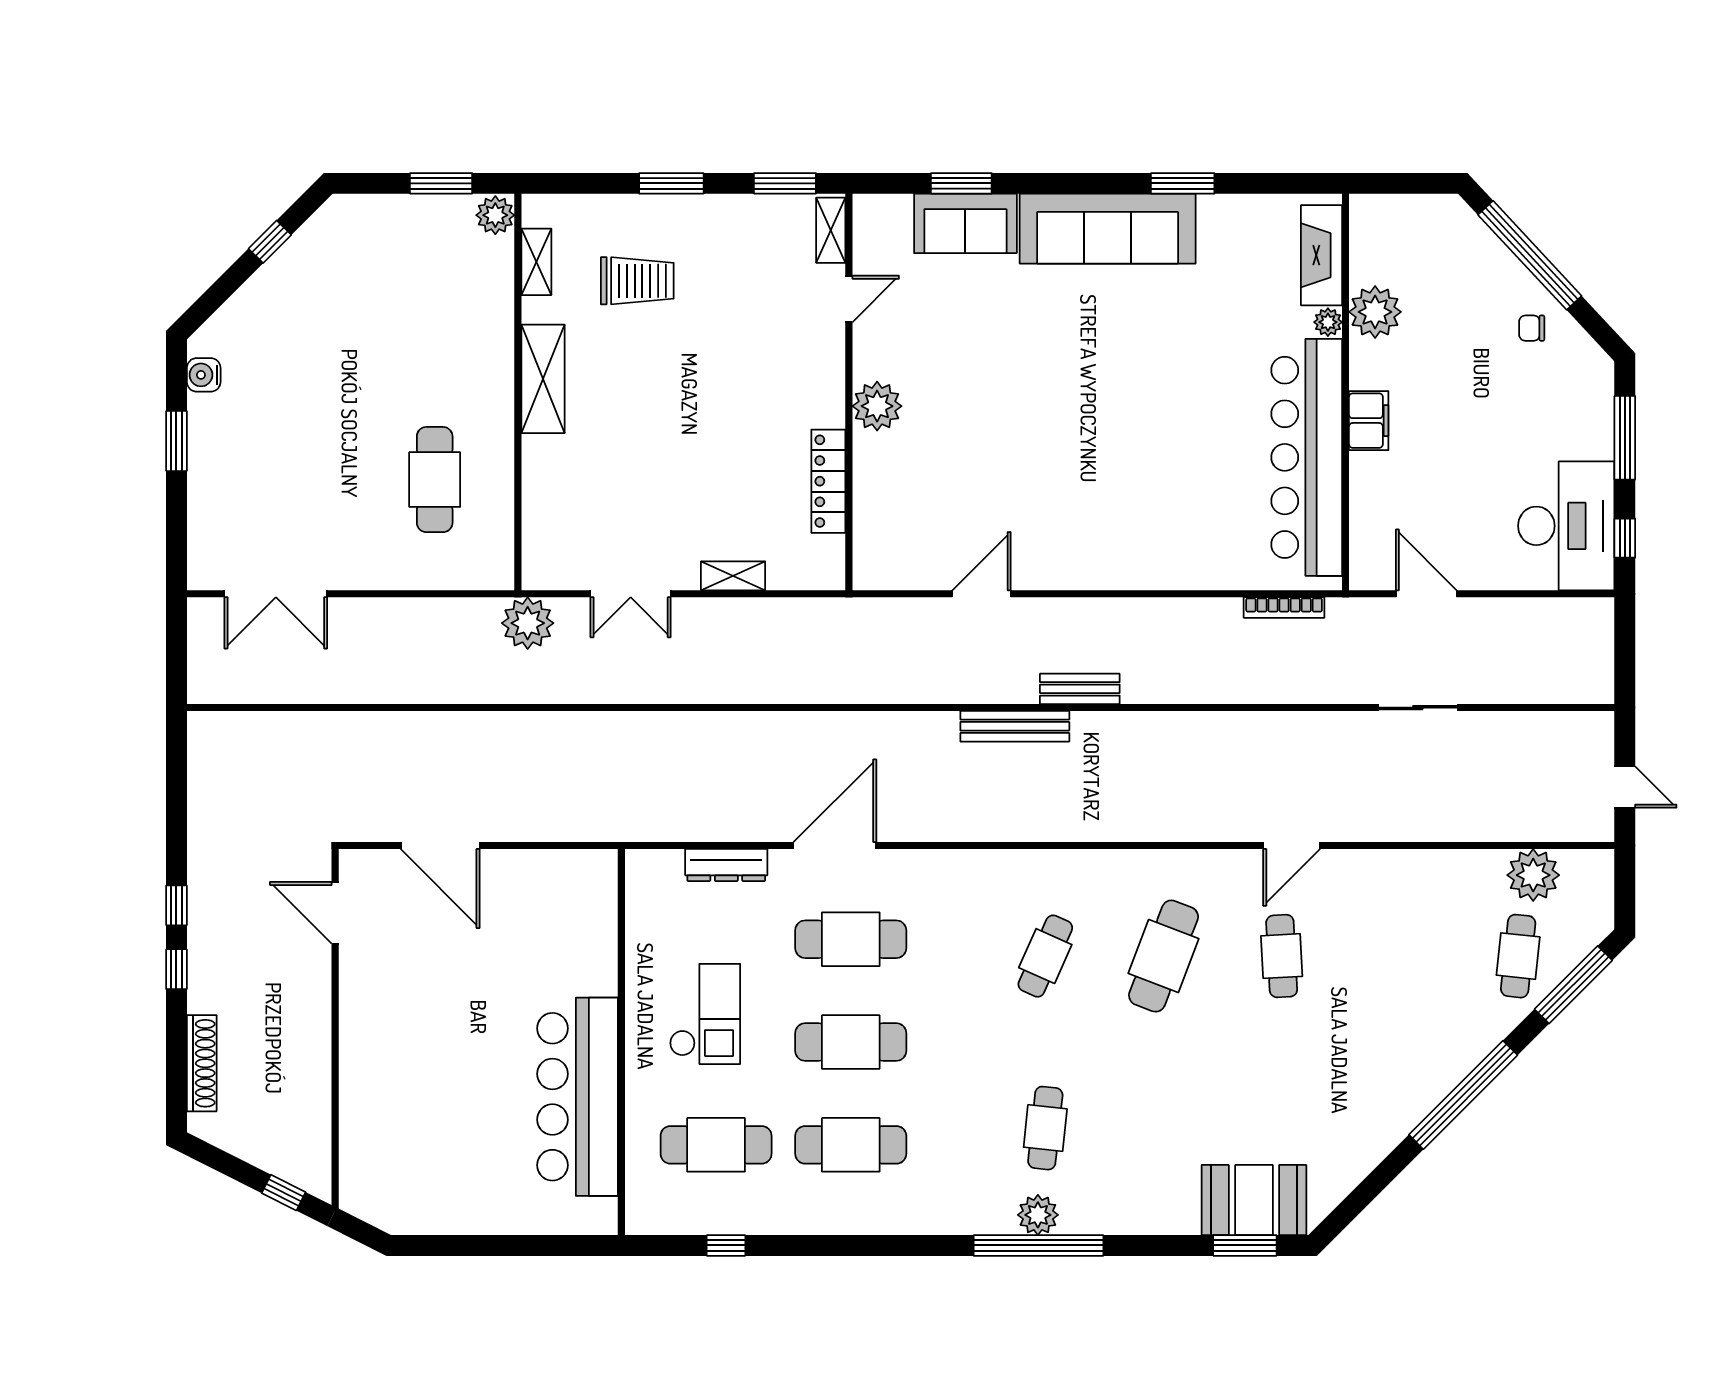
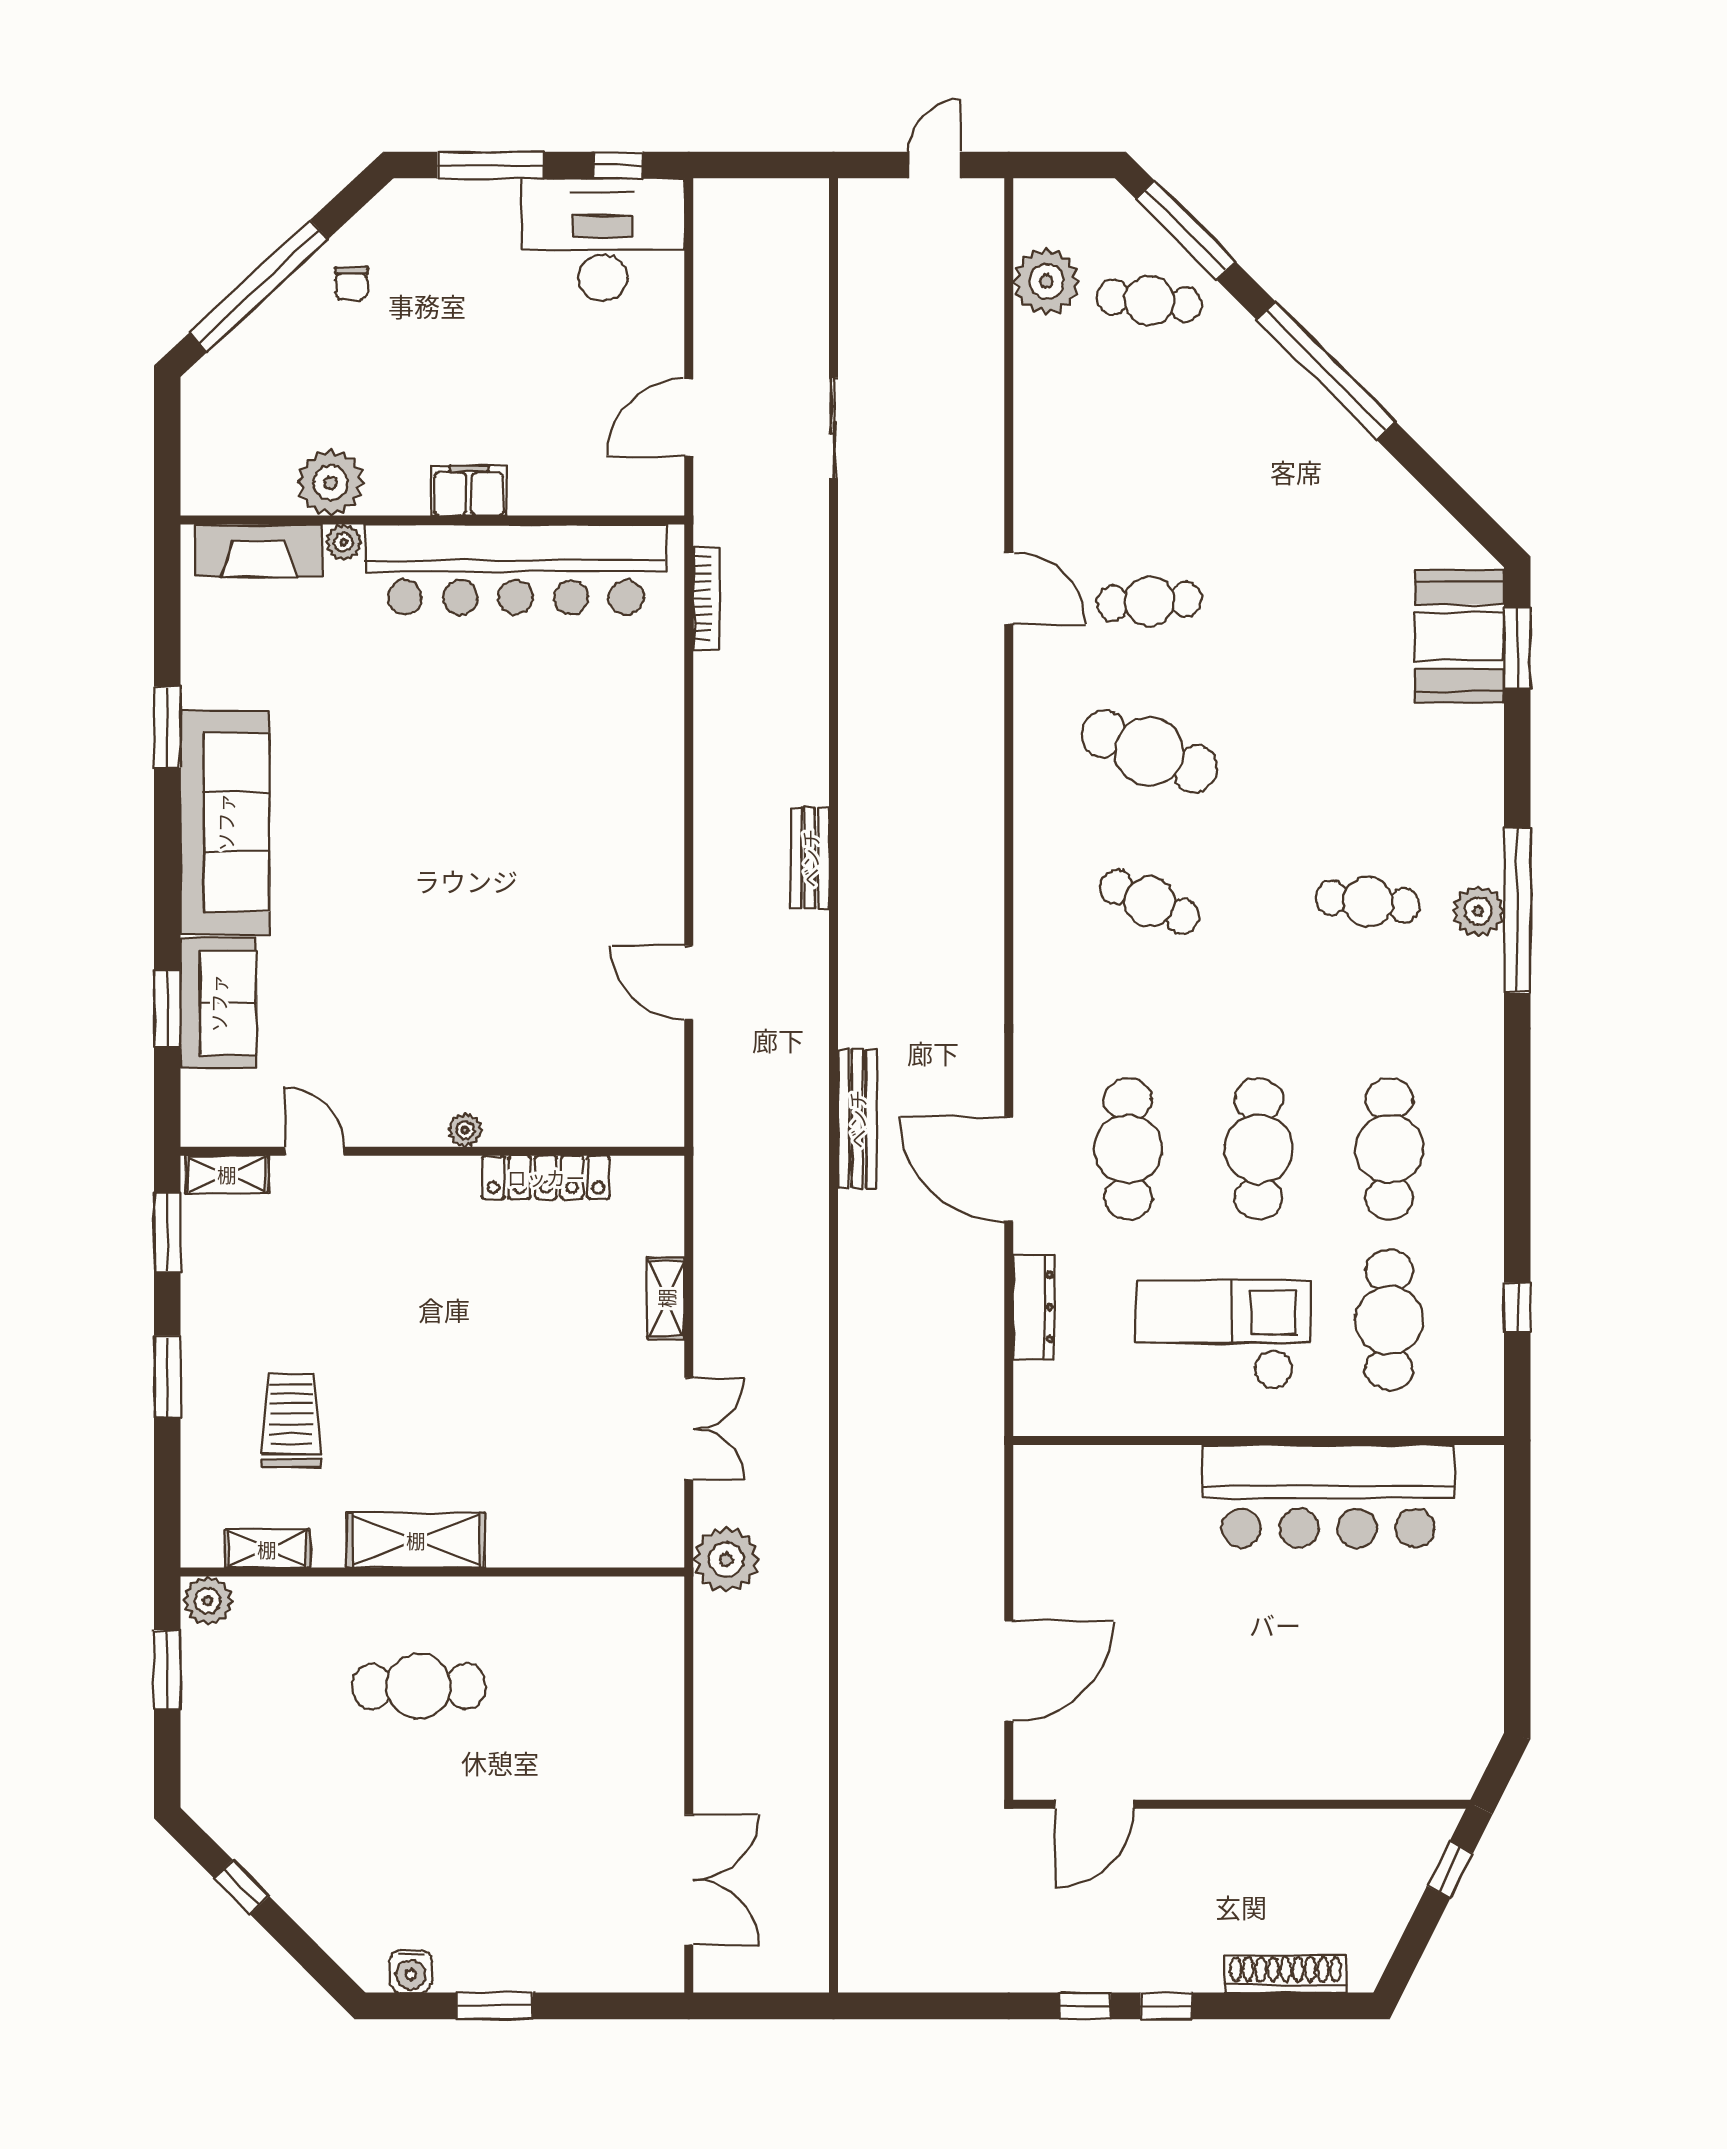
plant: (877, 406) -> (465, 1130), width x0.53, depth x0.53
cafe table: (435, 480) -> (419, 1686), moved
bench: (1015, 726) -> (857, 1119), moved
checkout: (705, 1014) -> (1223, 1334), width x1.36, depth x1.21

